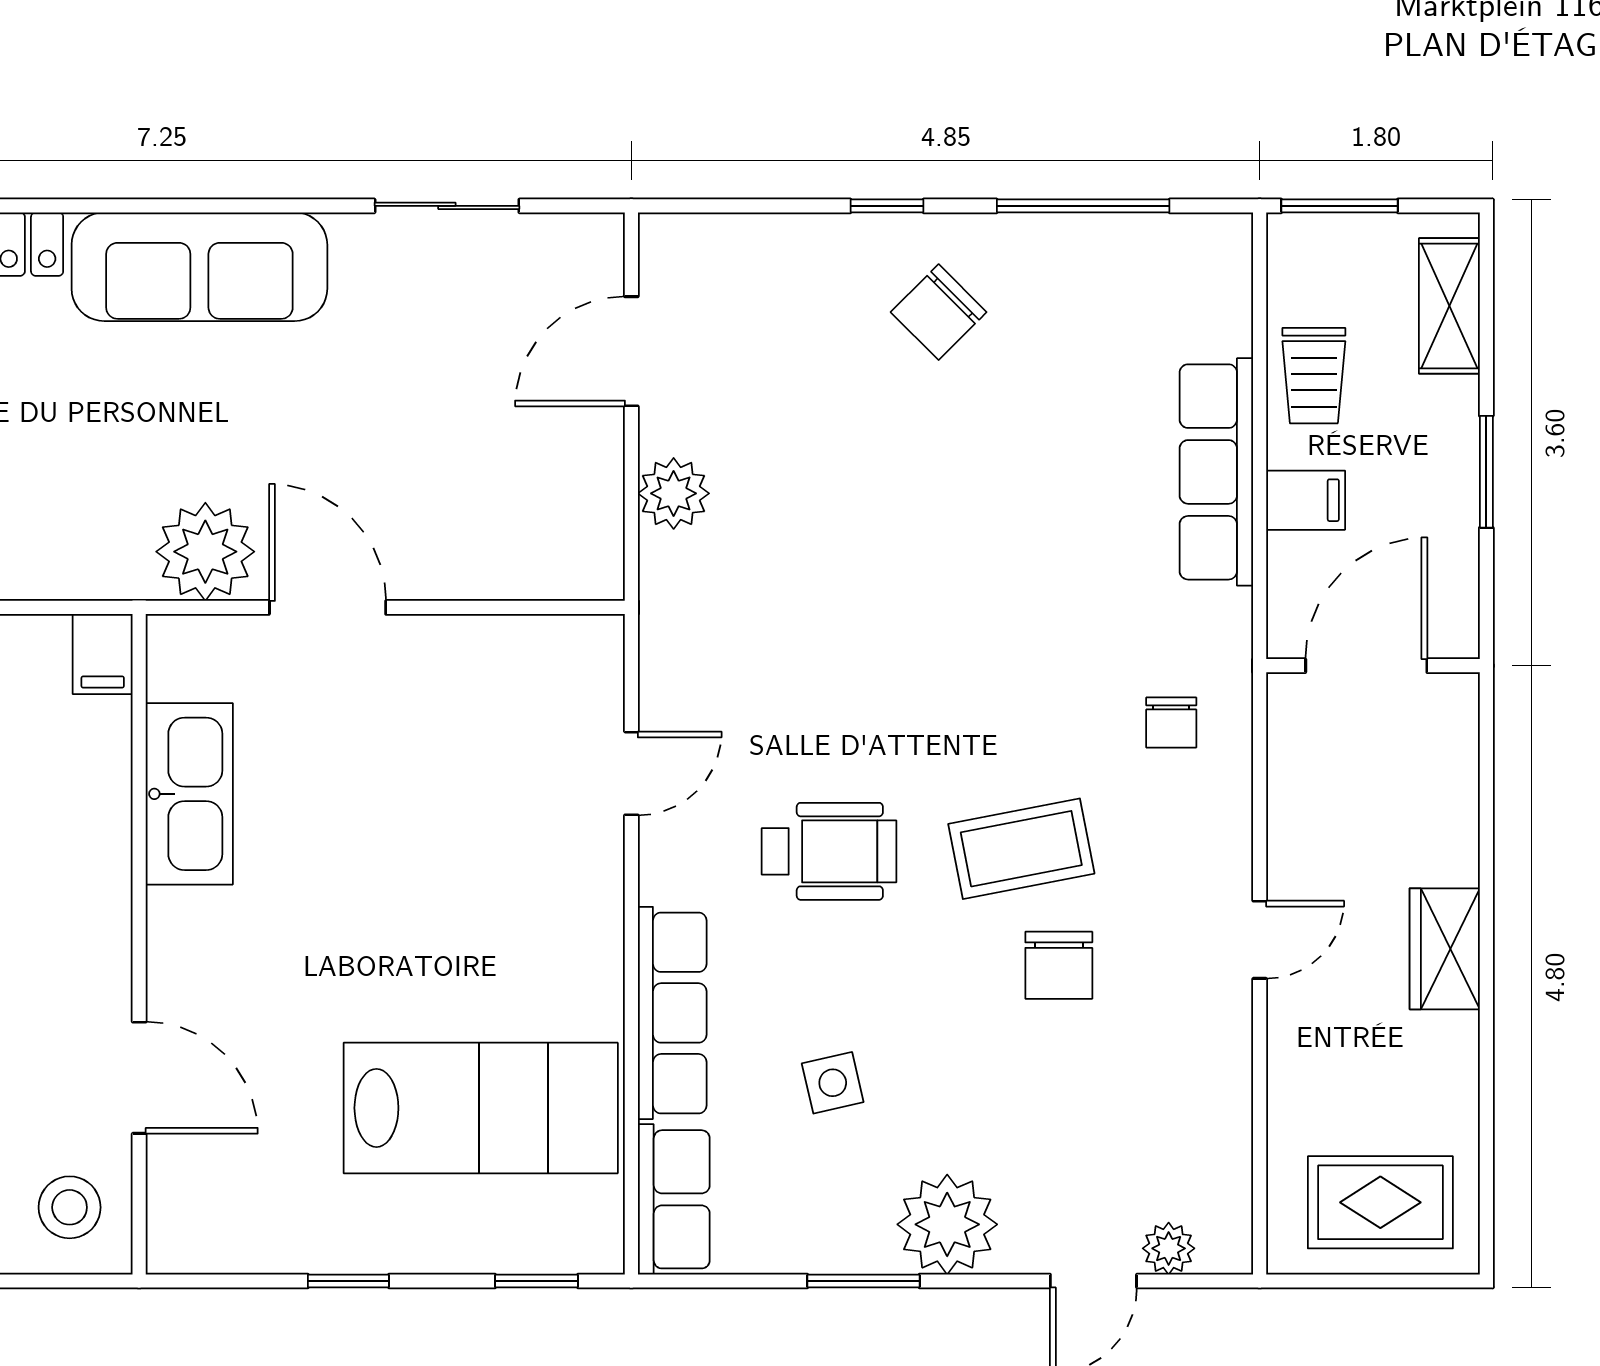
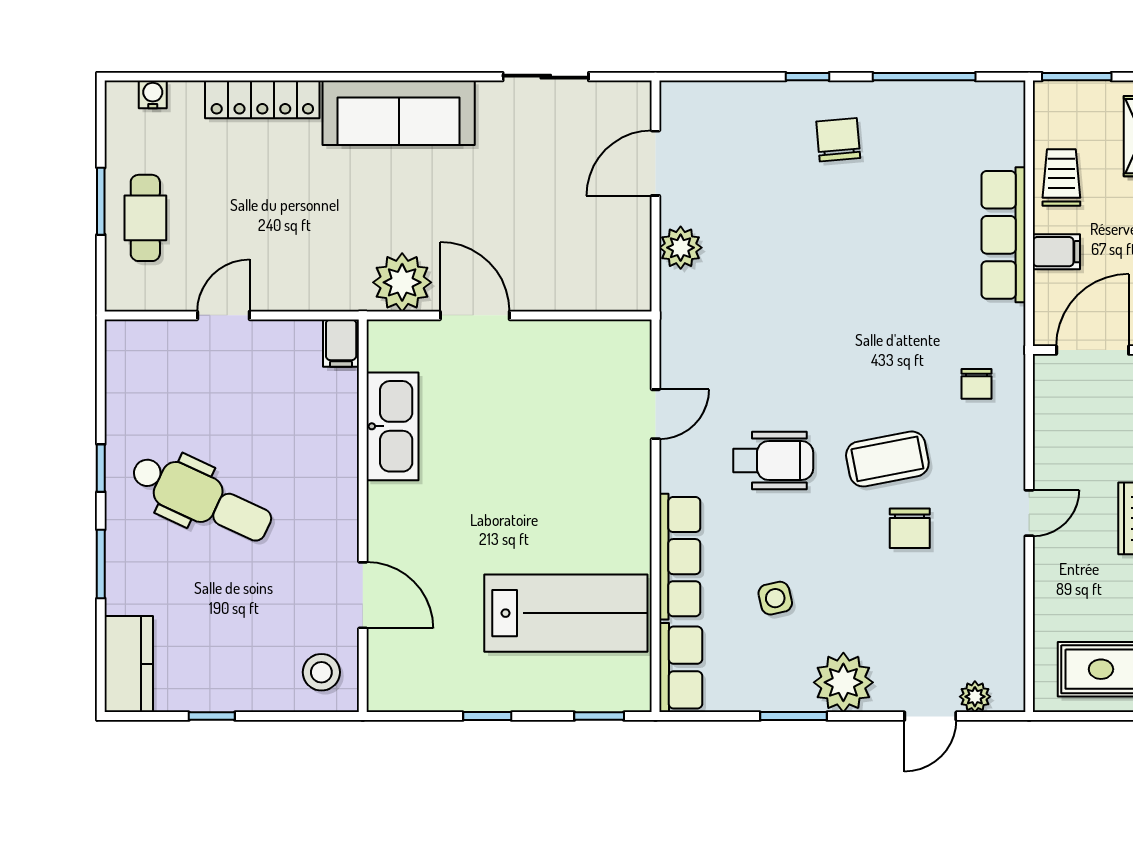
chair: (939, 312) -> (838, 140), turned 130
trolley: (1314, 376) -> (1061, 178), turned 180

